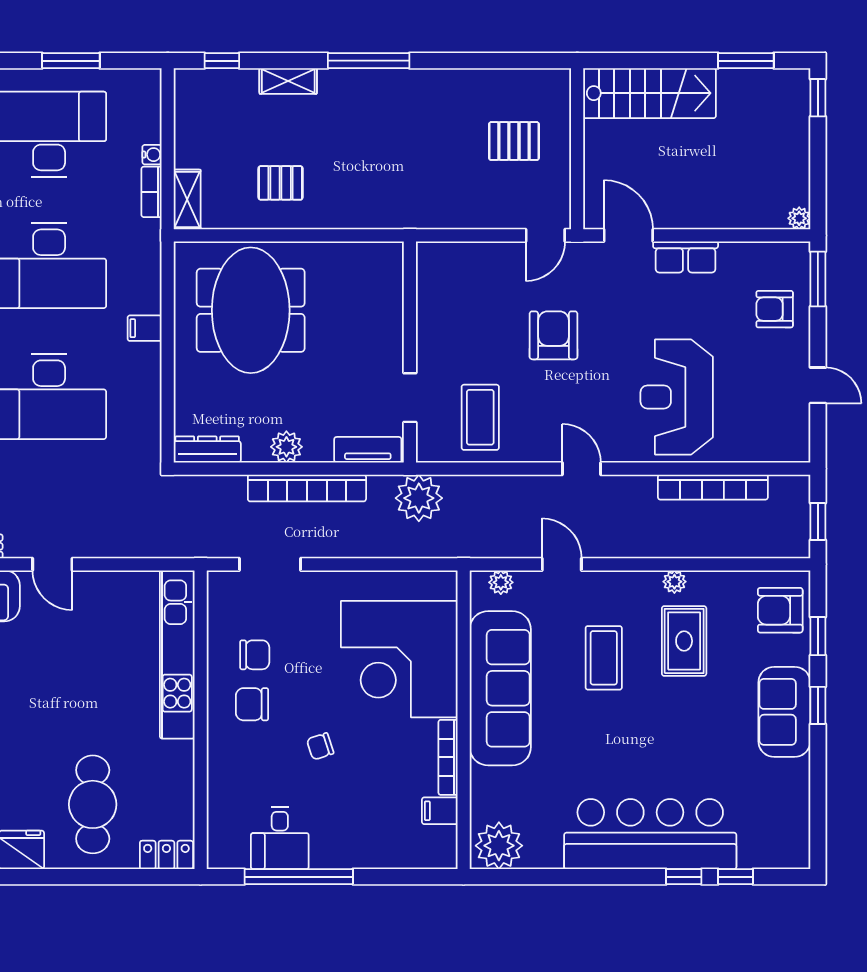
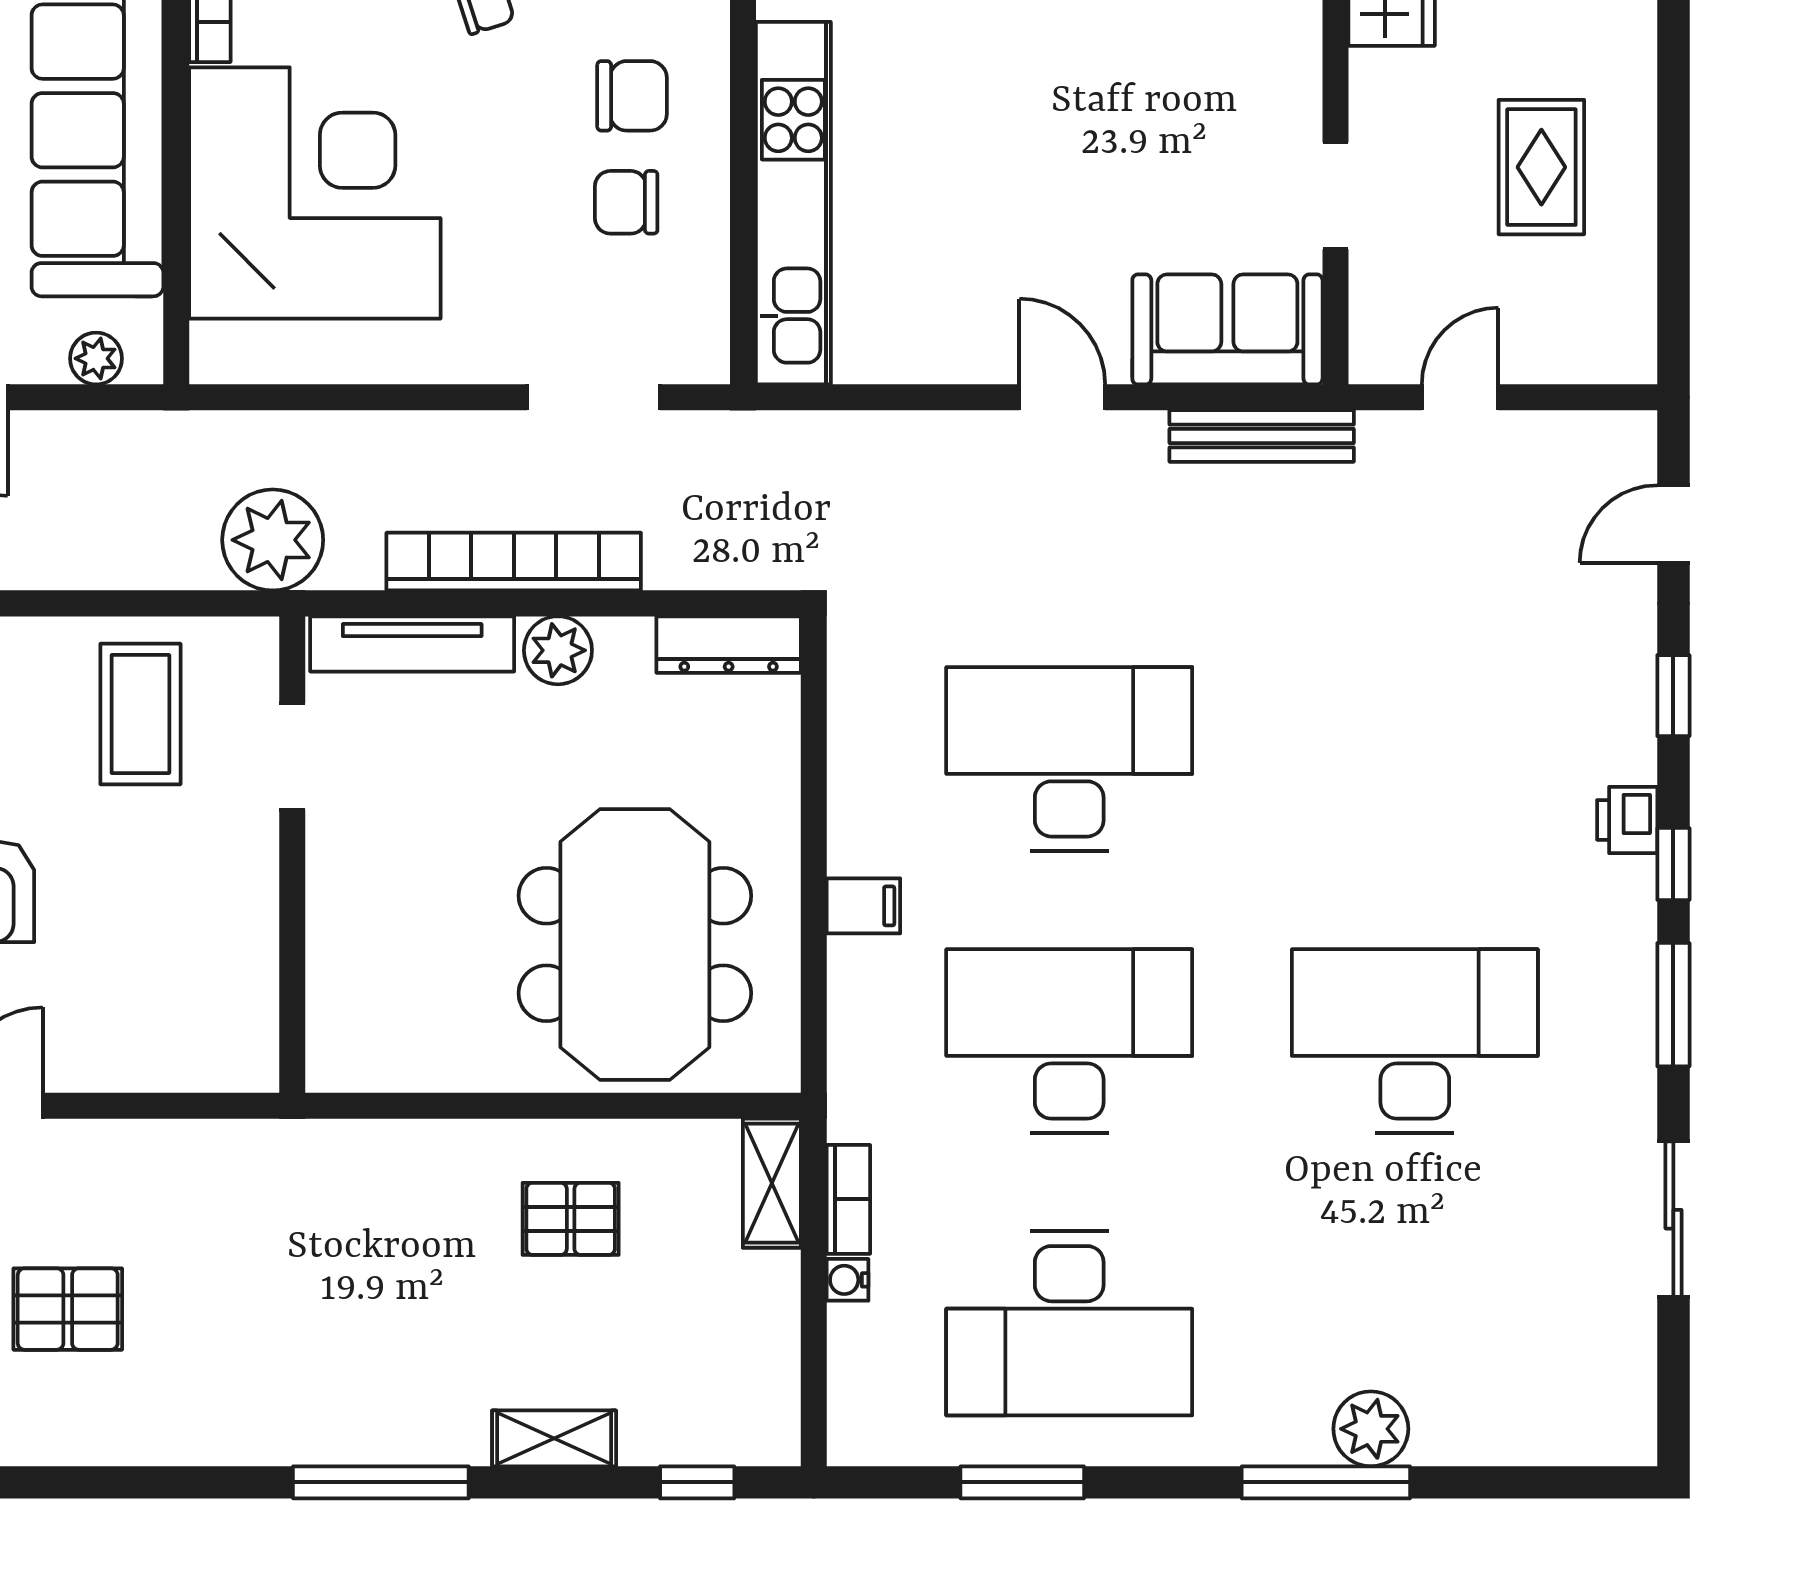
tv unit: (368, 450) -> (412, 644), width x1.41

